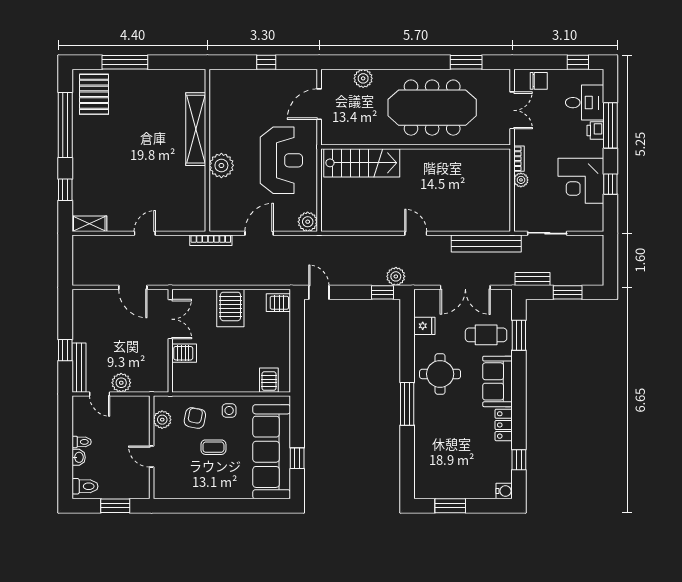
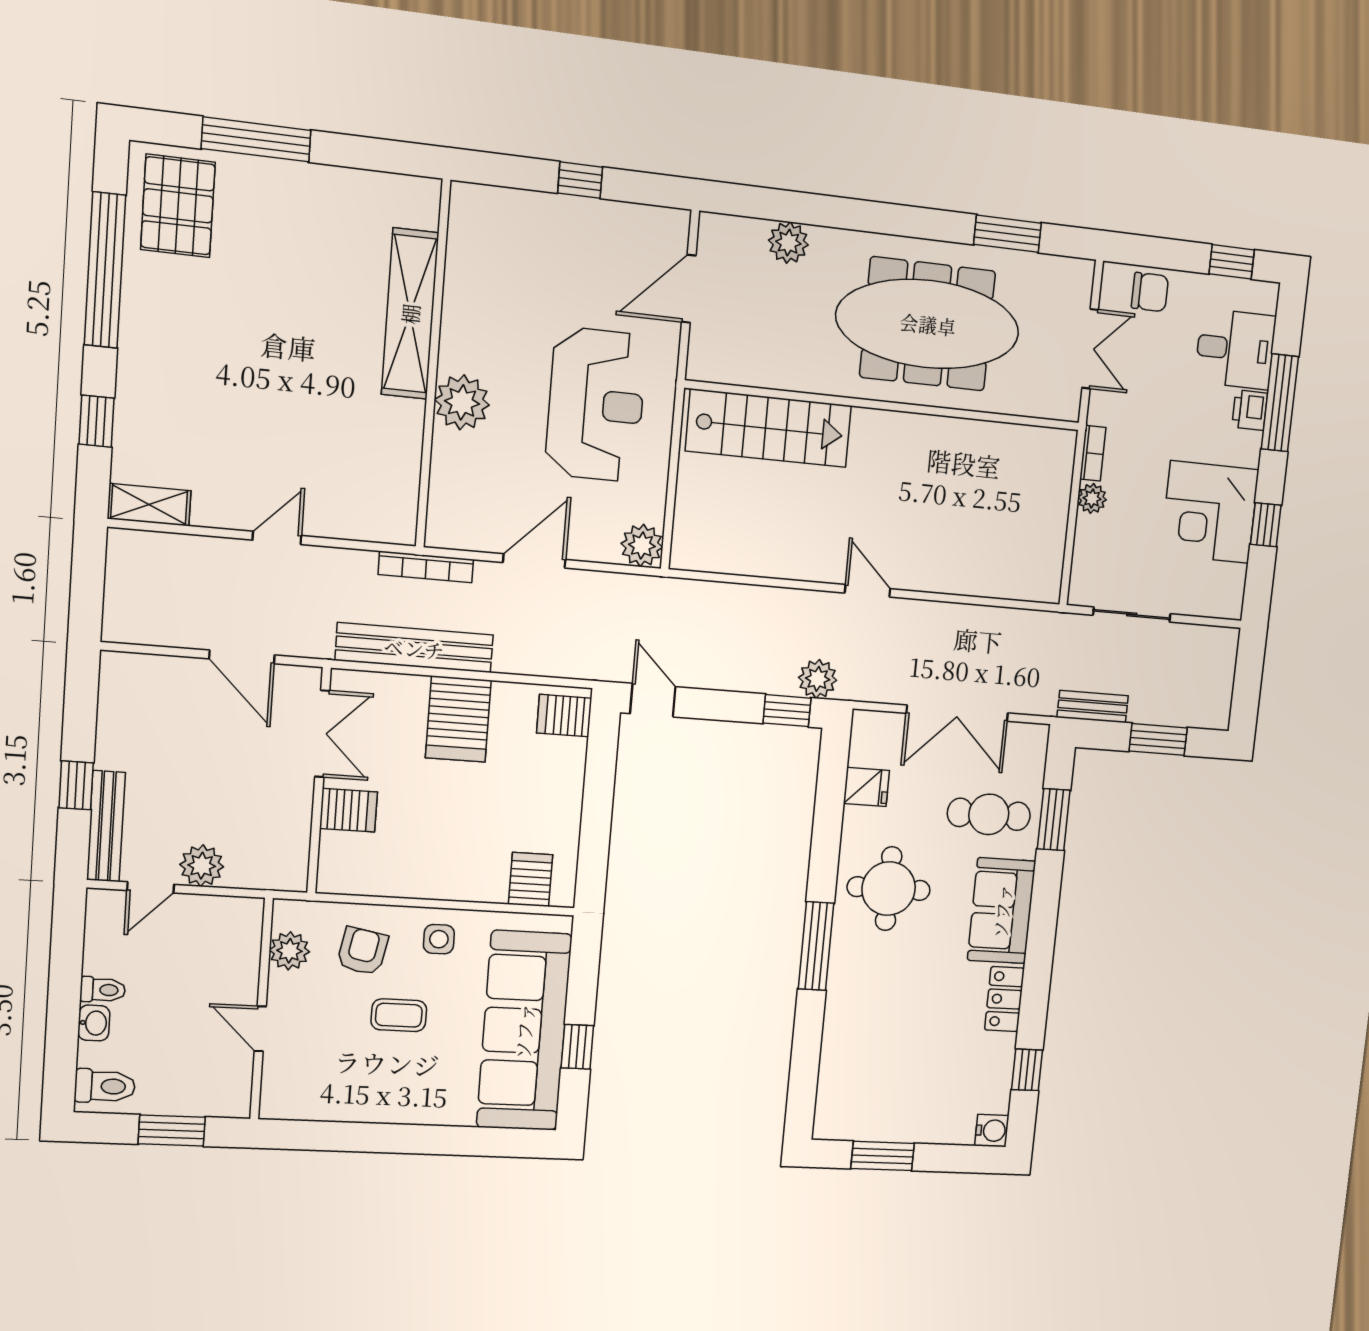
bench: (486, 244) -> (414, 648), moved
door: (100, 394) -> (151, 887), hinge flipped

